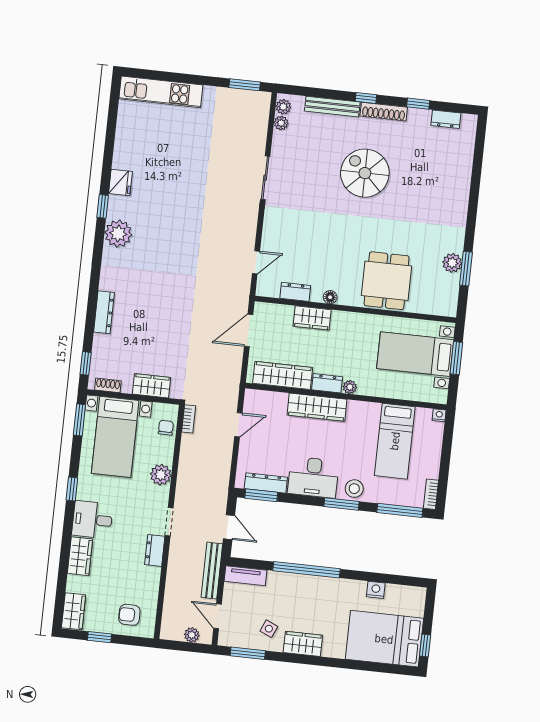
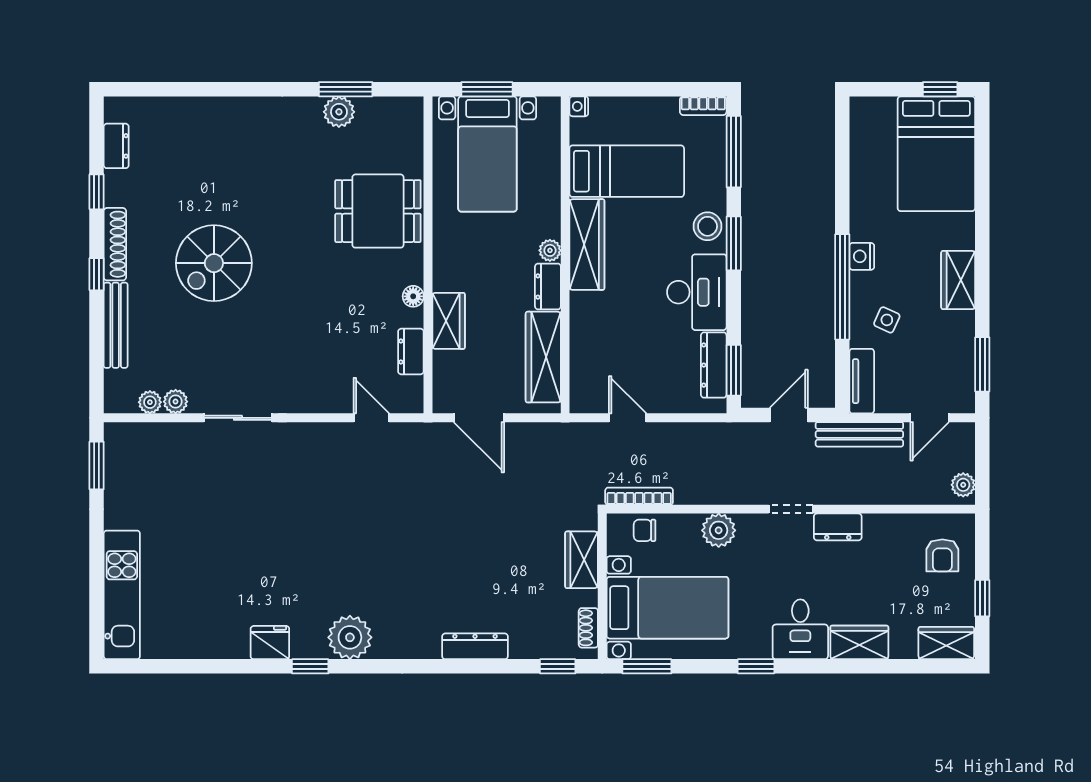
plant: (283, 107) -> (176, 402), moved
wardrobe: (317, 407) -> (587, 245), moved
bookcase: (189, 419) -> (639, 496), width x1.56
nightstand: (376, 590) -> (862, 256), moved
side table: (269, 629) -> (887, 320), moved
plant: (192, 635) -> (963, 485), moved

